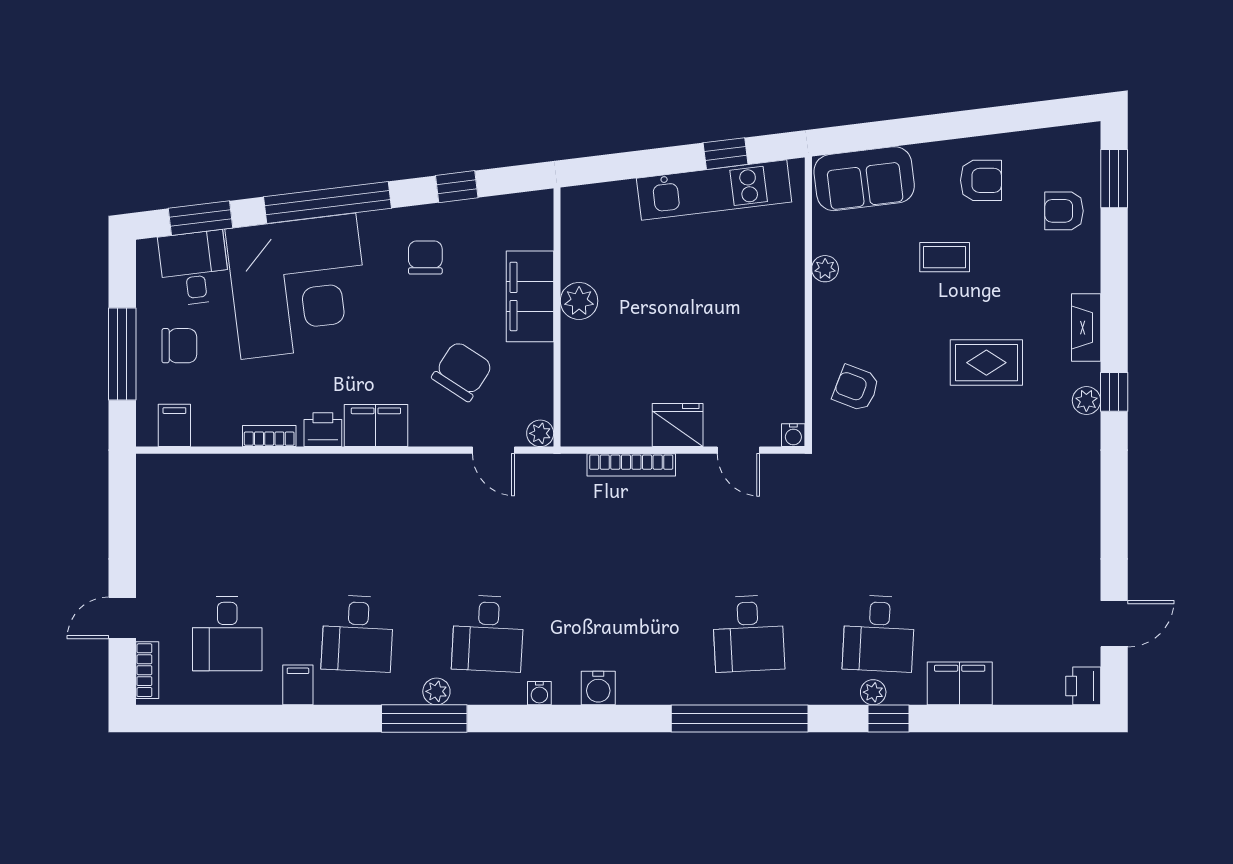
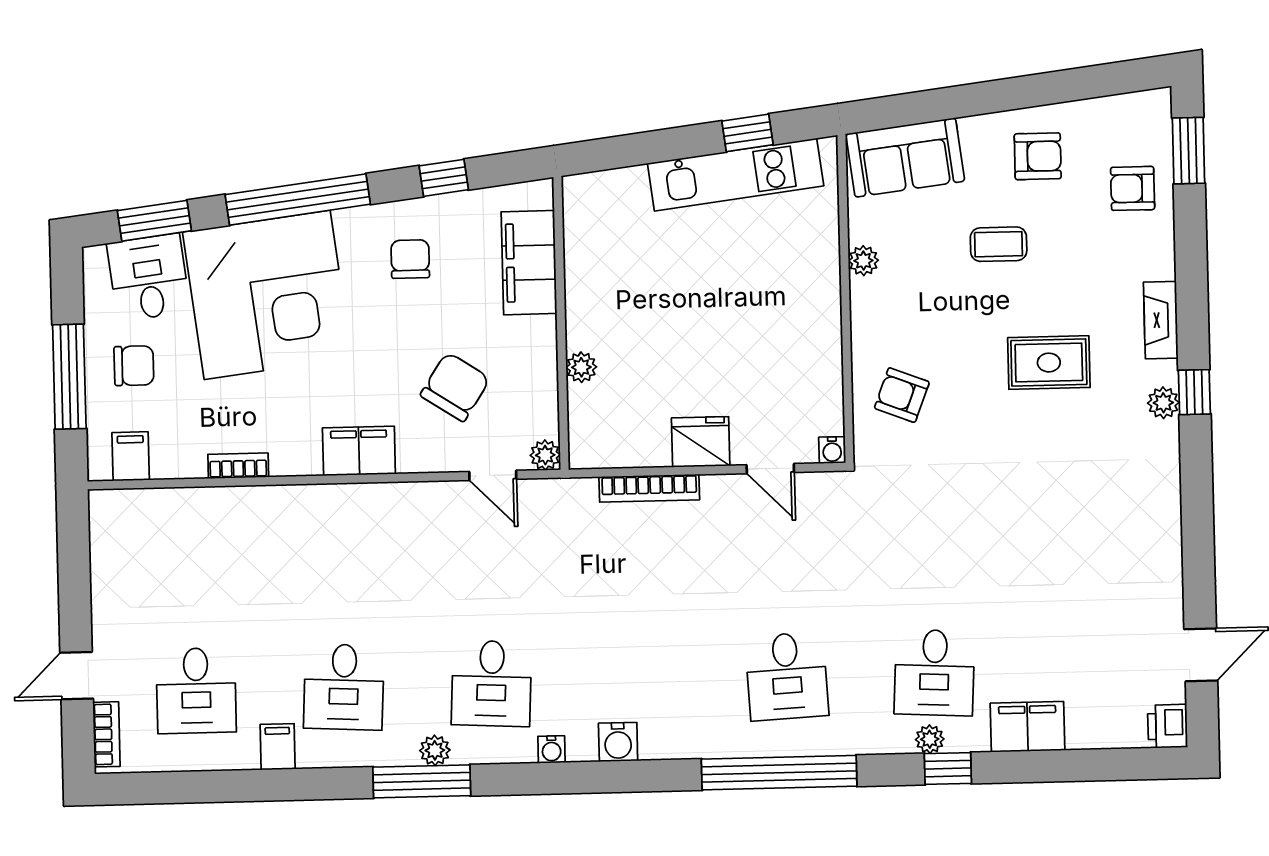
filing cabinet: (530, 296) -> (529, 263), moved
plant: (579, 301) -> (581, 367), moved, width x0.73, depth x0.73
printer: (323, 430) -> (299, 457), removed

